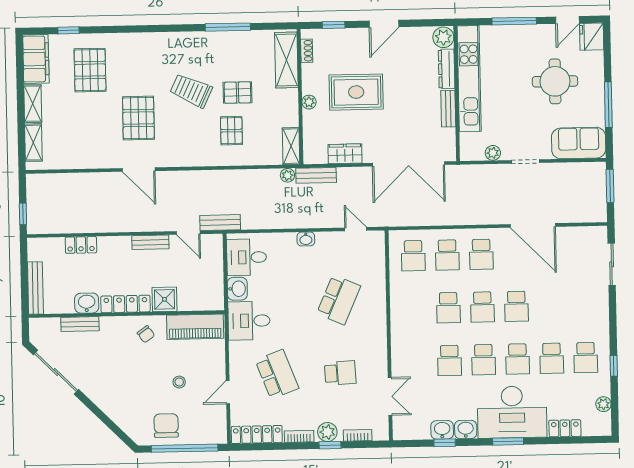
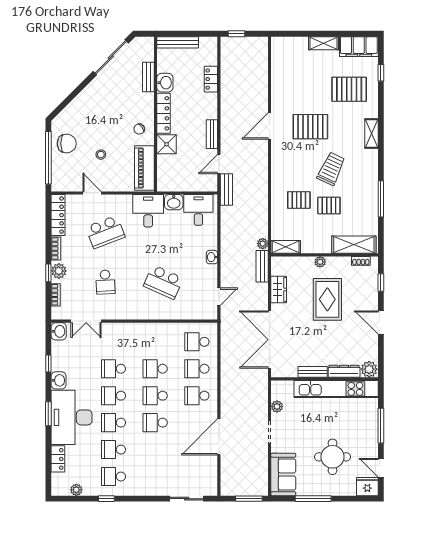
pallet: (238, 93) -> (329, 206), turned 90
shelving: (33, 143) -> (371, 134), moved, turned 90
washbasin: (442, 430) -> (59, 331), moved

